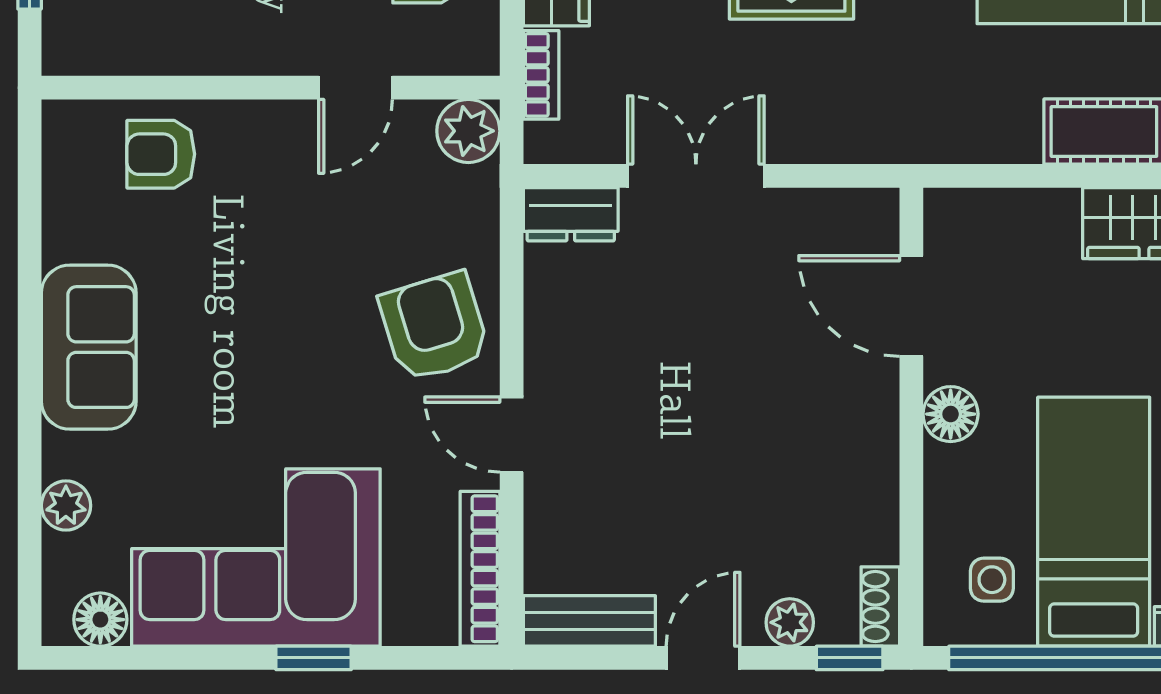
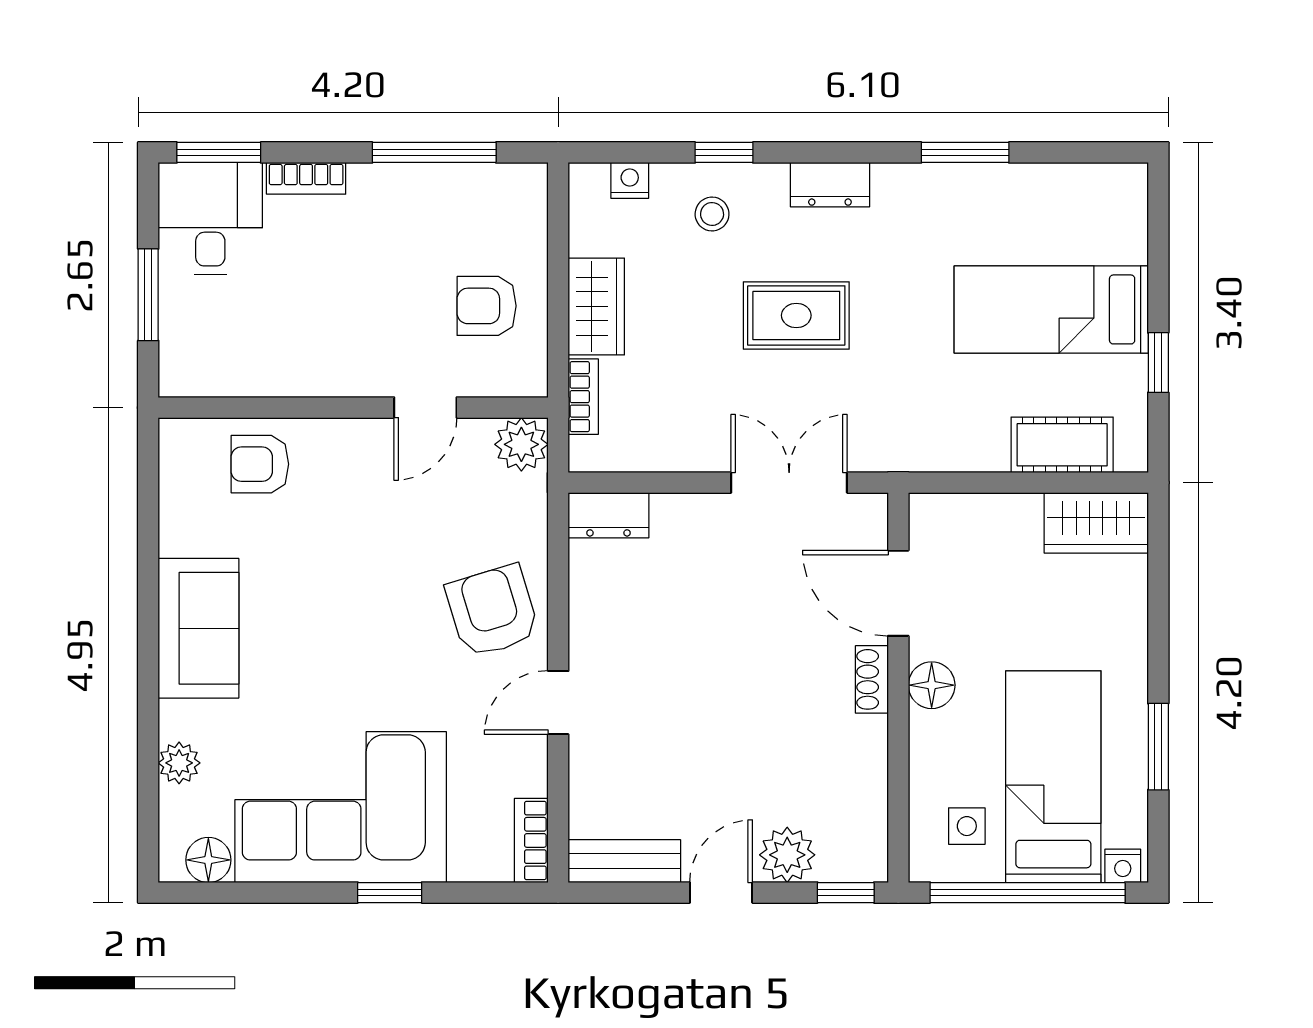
double door: (696, 176) -> (789, 483), moved
door: (512, 434) -> (558, 703), hinge flipped
bookcase: (480, 569) -> (531, 840), width x0.64
shoe rack: (880, 606) -> (872, 679), moved
plant: (790, 622) -> (787, 855), width x1.38, depth x1.38

